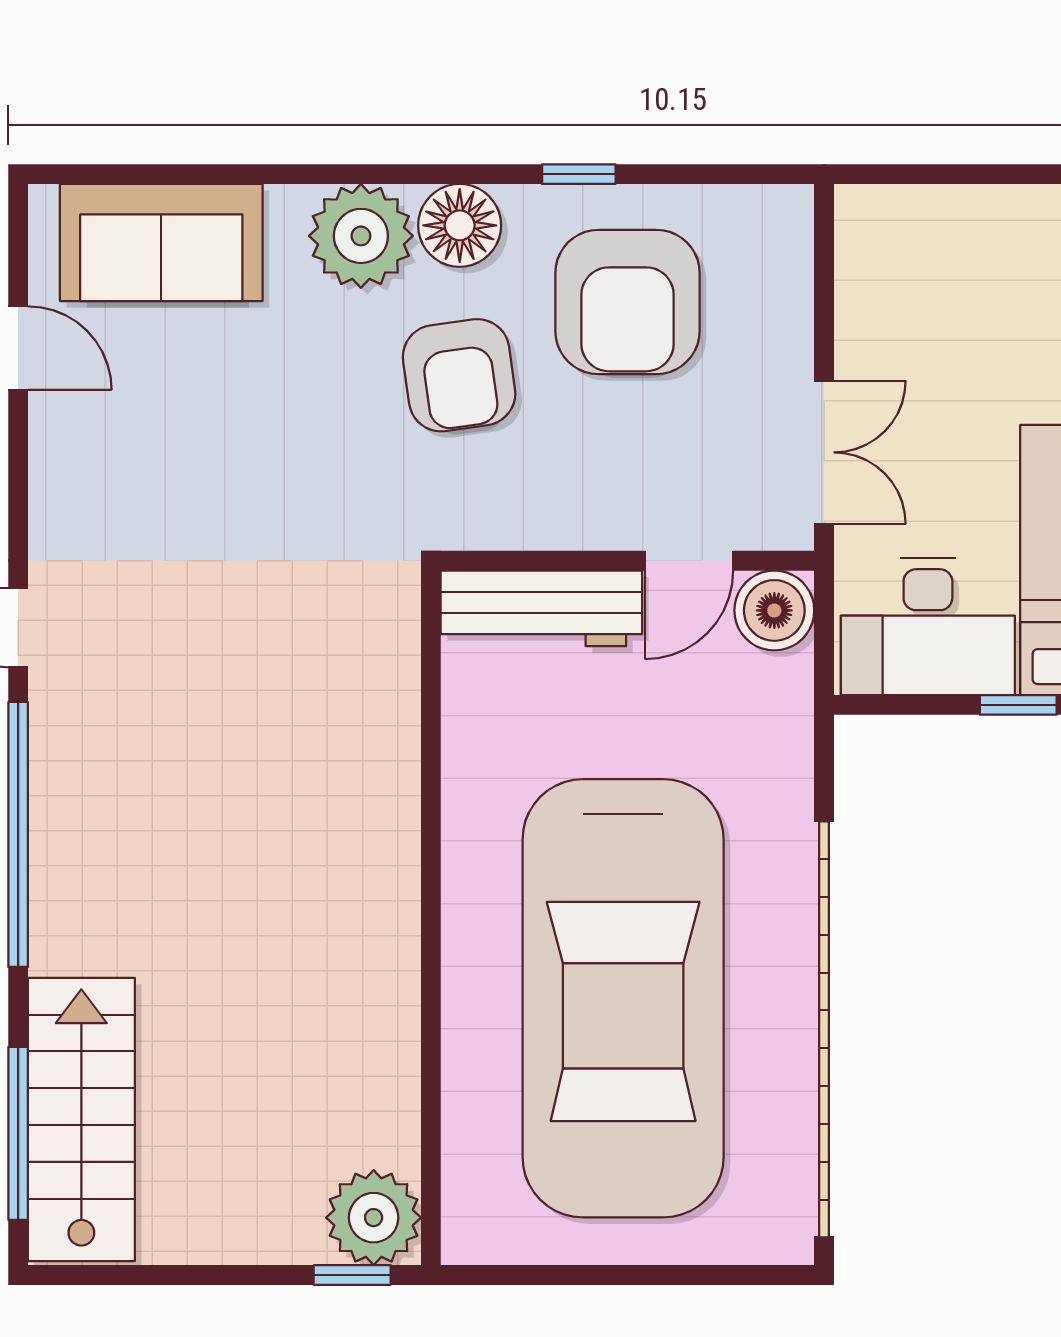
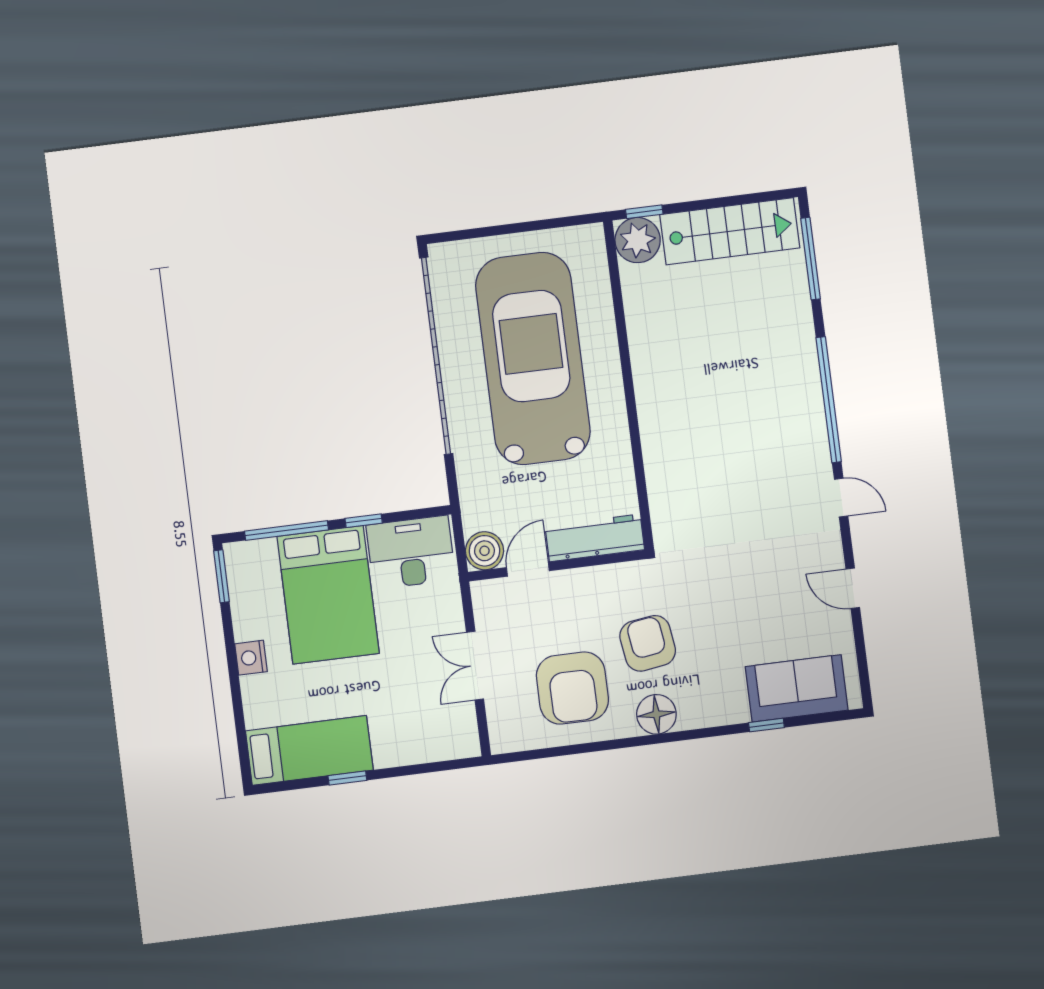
window: (579, 174) -> (766, 725), moved
plant: (361, 236) -> (703, 703), removed
armchair: (627, 302) -> (572, 688), turned 180
door: (18, 348) -> (853, 588), moved
double door: (824, 452) -> (475, 666), moved
stairs: (81, 1119) -> (730, 231), moved, turned -90

